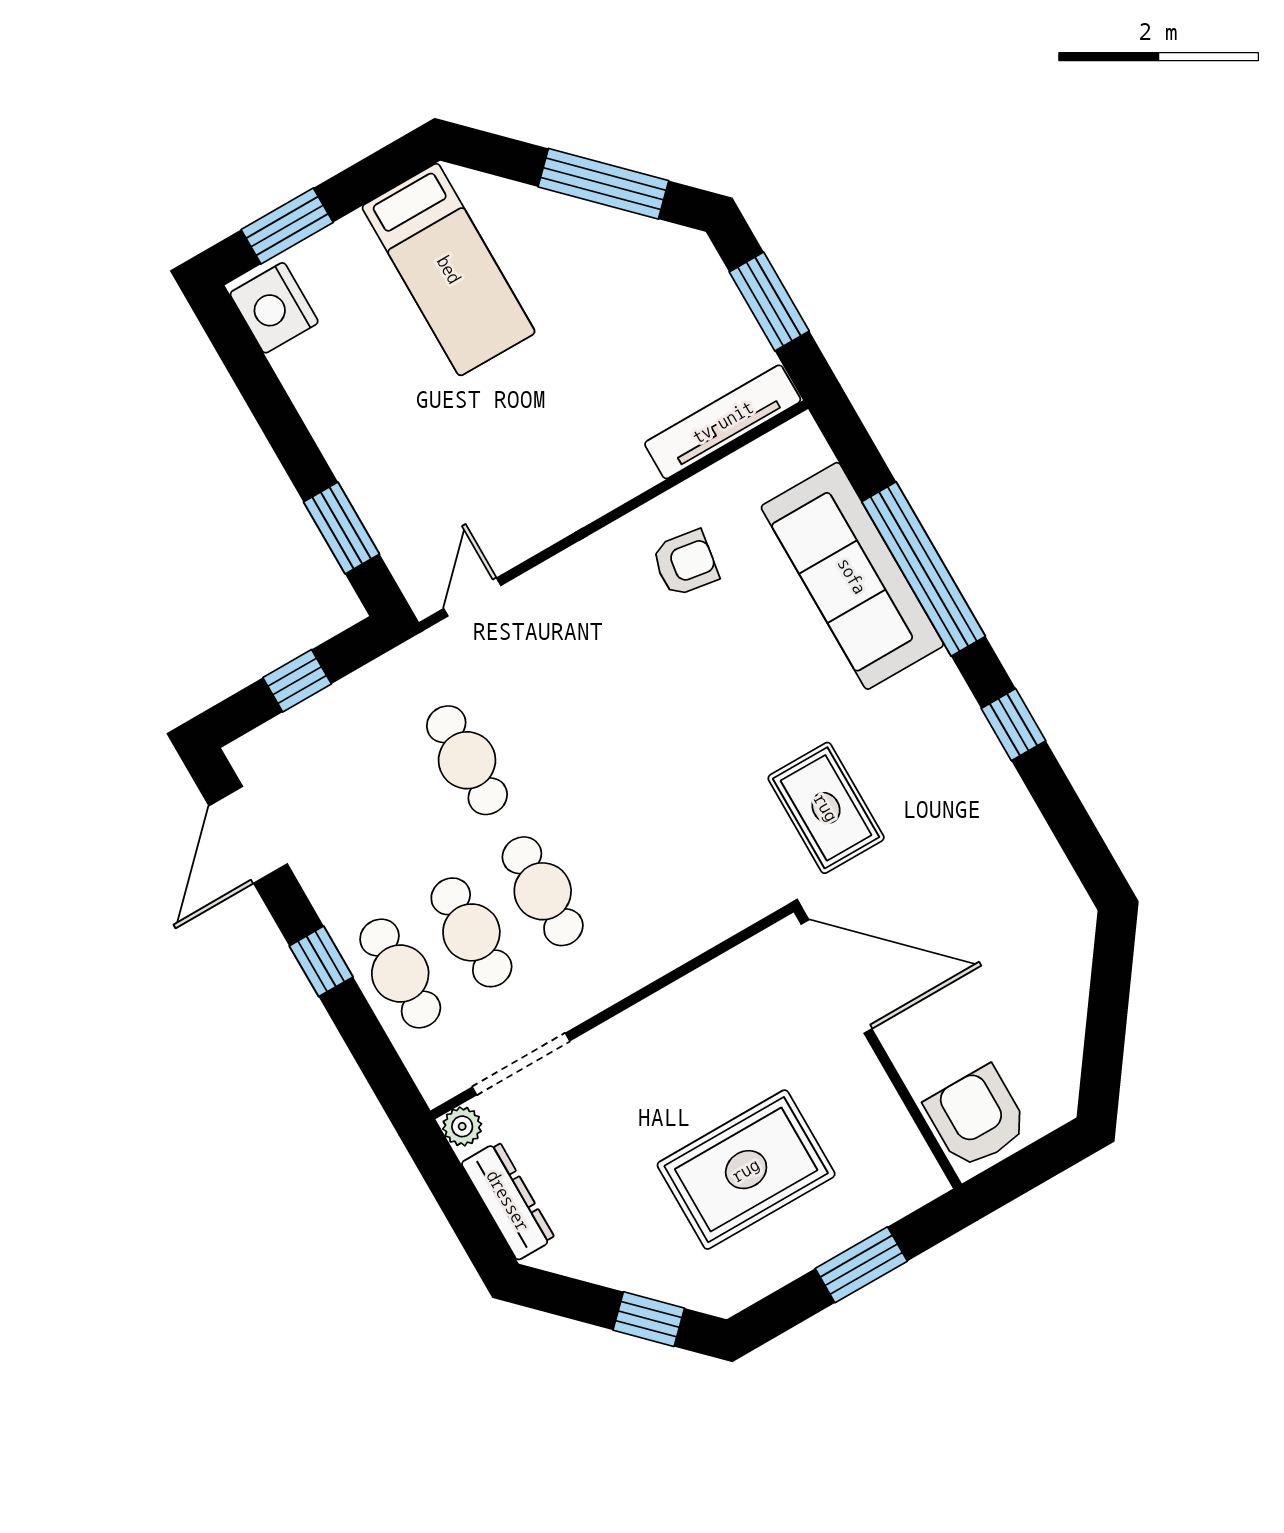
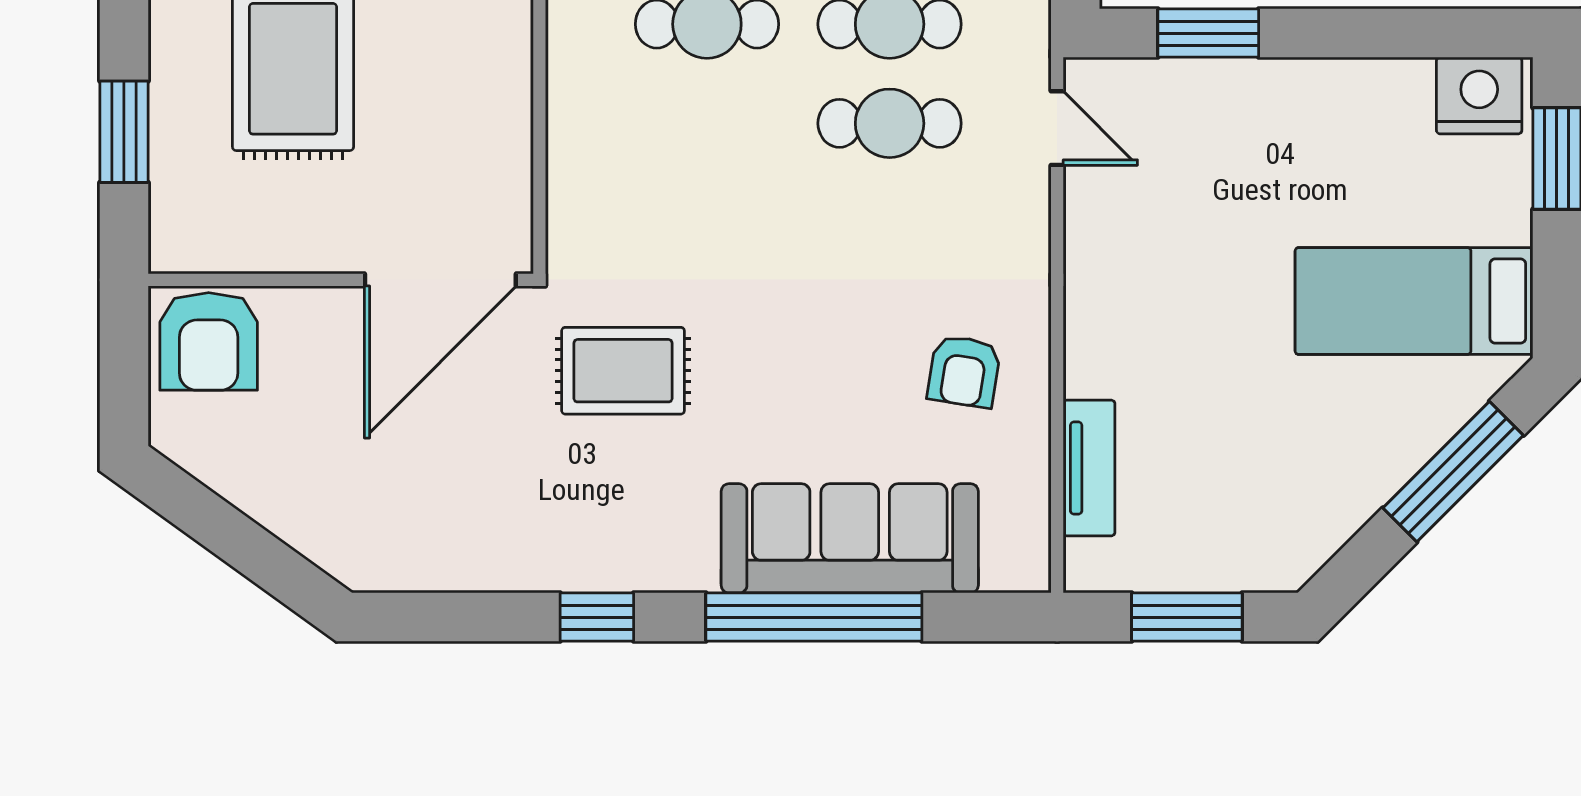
window: (603, 184) -> (1453, 472), moved
tv unit: (723, 422) -> (1089, 468), width x0.71
cafe table: (538, 719) -> (890, 123), added
armchair: (977, 1117) -> (209, 341), turned 90

